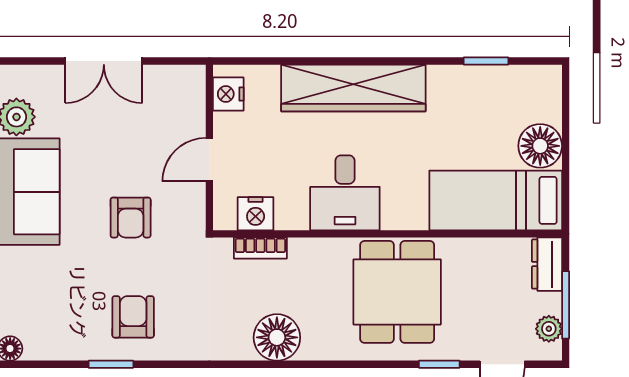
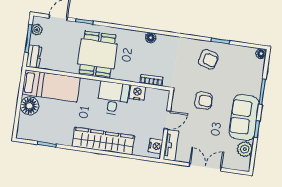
tv unit: (192, 101) -> (171, 145), added
nightstand: (256, 214) -> (137, 93), moved
armchair: (131, 218) -> (203, 101), turned 90
armchair: (133, 317) -> (208, 59), turned -76
floor lamp: (277, 337) -> (151, 38), width x0.53, depth x0.53

